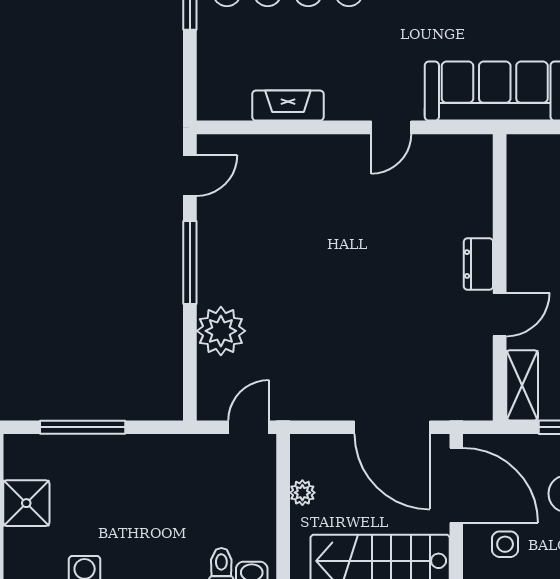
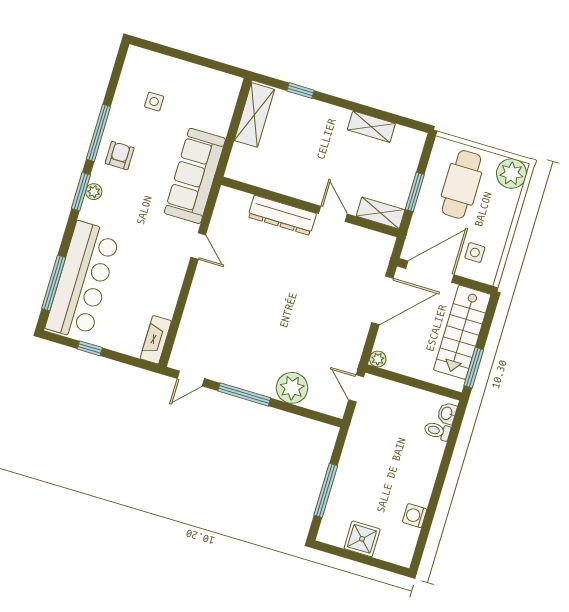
fireplace: (288, 106) -> (156, 340), moved
door: (190, 175) -> (191, 378), swing flipped
dresser: (478, 264) -> (282, 215), width x1.96, depth x1.24
plant: (302, 493) -> (378, 359), moved

